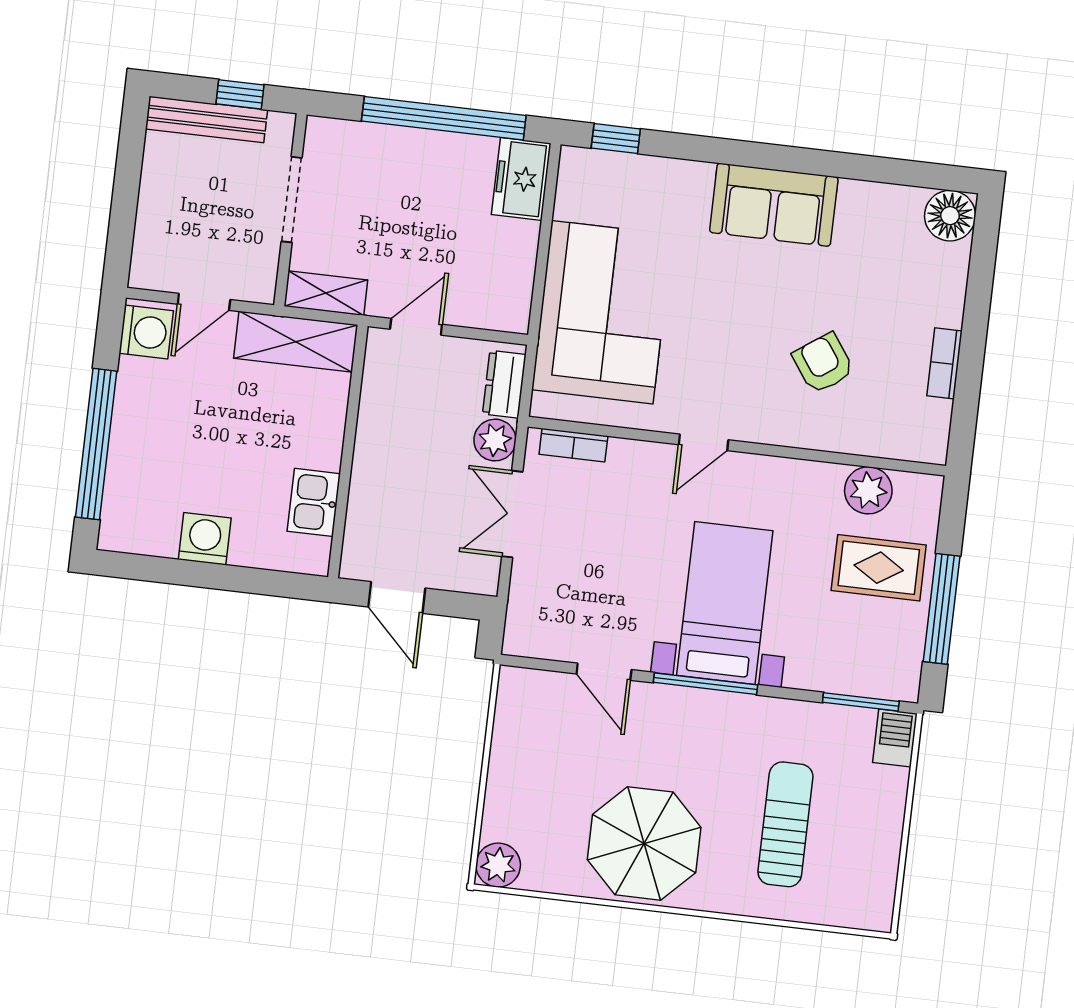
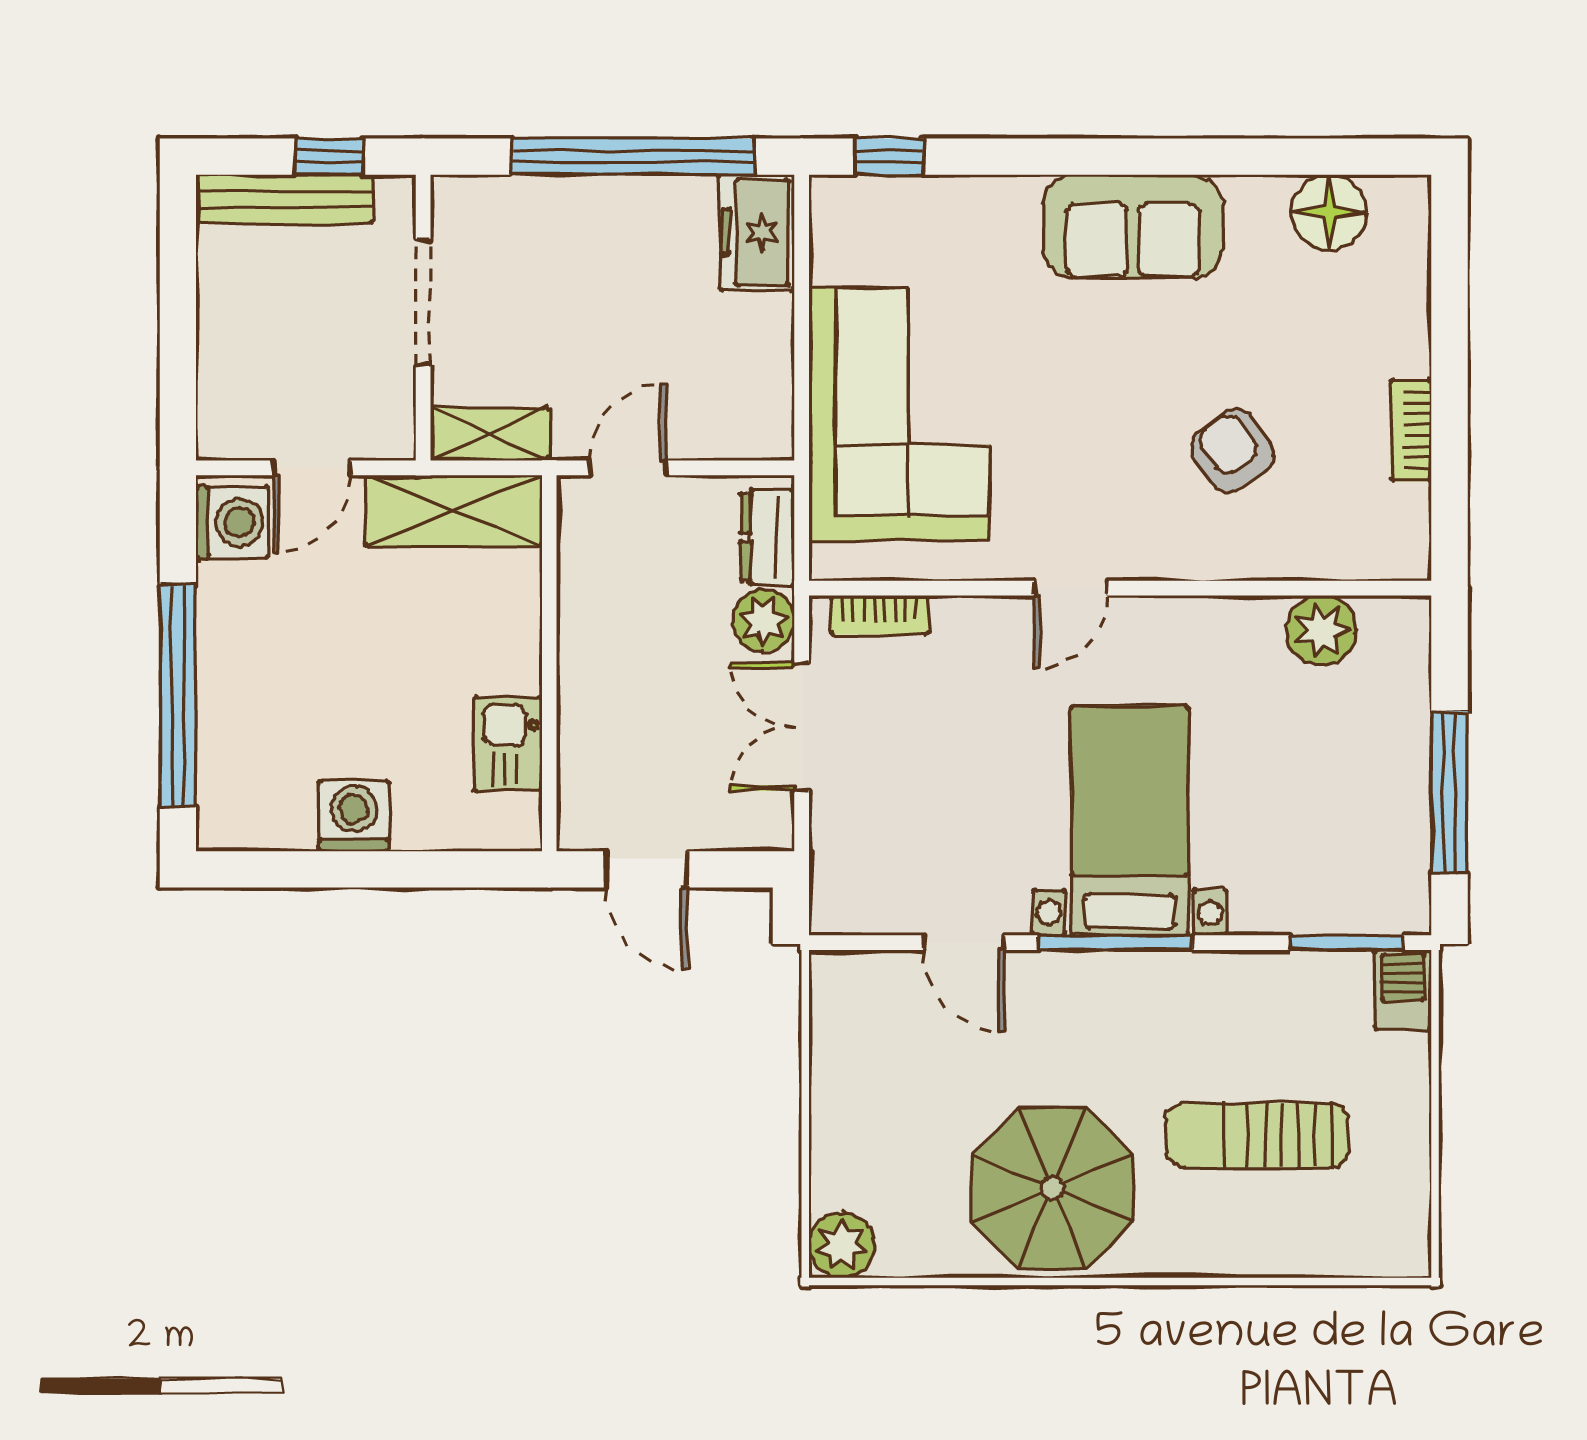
floor lamp: (950, 216) -> (1329, 212), moved
rug: (879, 568) -> (1350, 742), removed
sun lounger: (785, 824) -> (1257, 1136), turned -90

